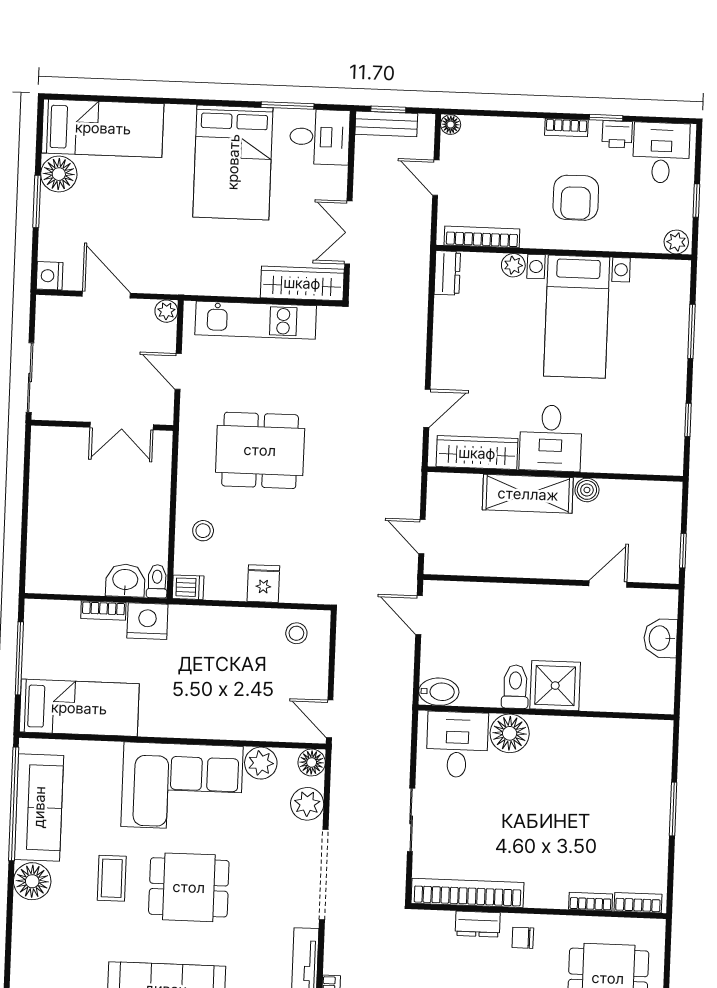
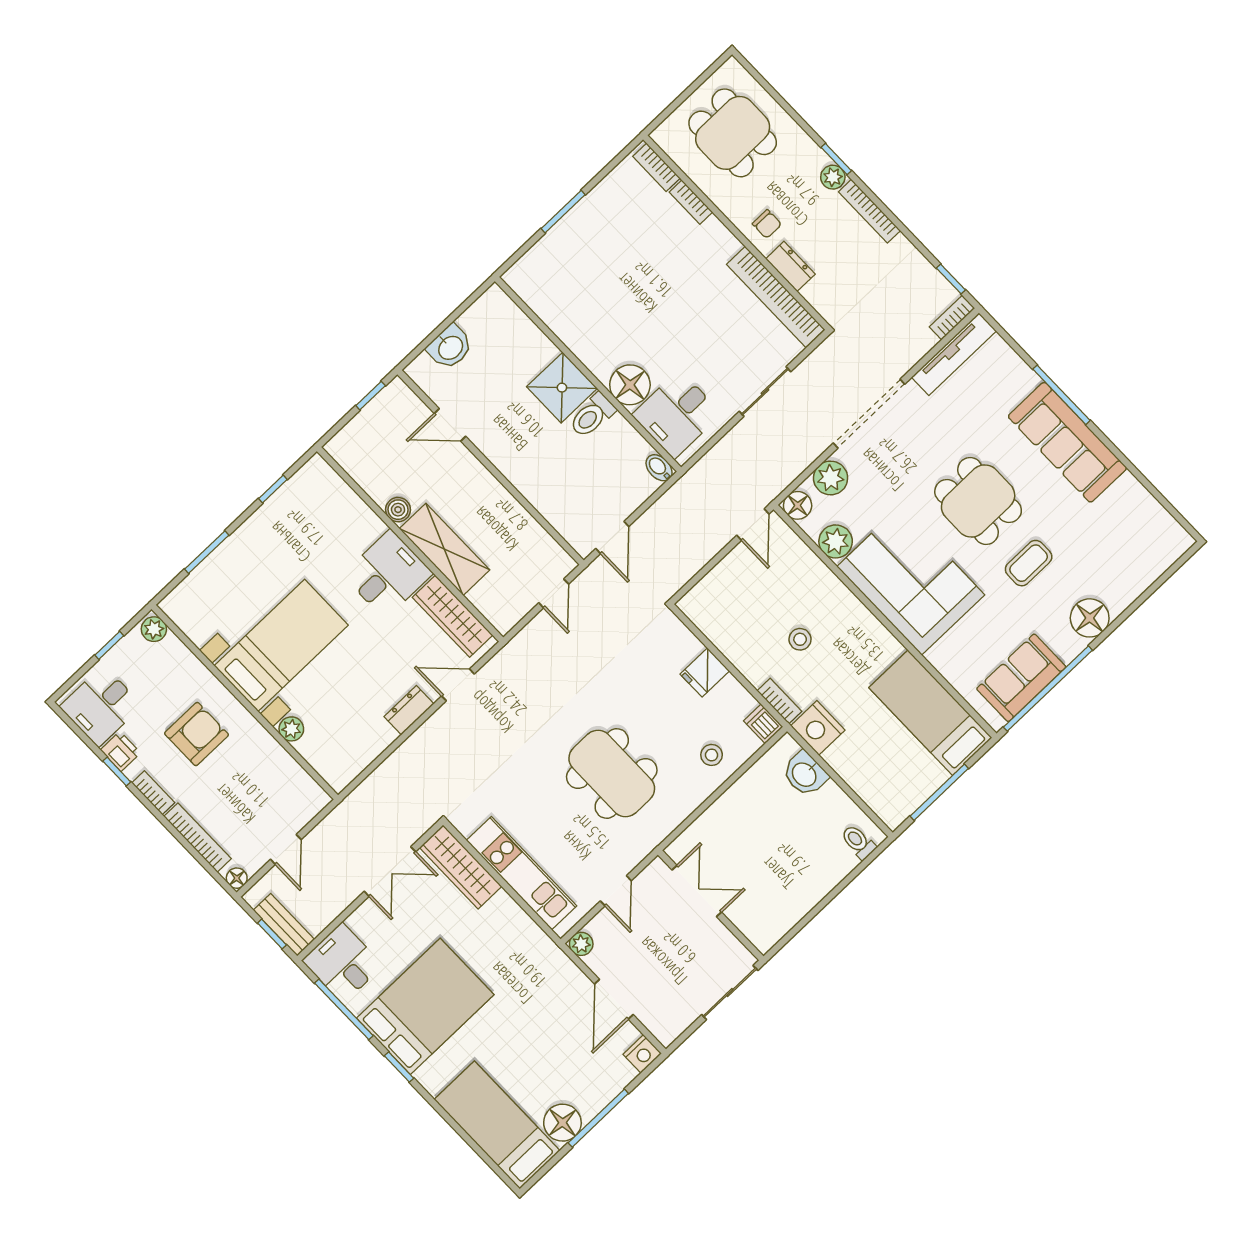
window: (210, 102) -> (399, 1067), added
window: (287, 105) -> (344, 1009), width x1.44
window: (37, 201) -> (598, 1118), width x1.44
bookcase: (482, 237) -> (197, 838), moved, turned 180
dresser: (447, 273) -> (409, 710), moved
toilet: (157, 581) -> (858, 842), moved, turned 90
bookcase: (103, 611) -> (779, 701), moved
stool: (296, 633) -> (800, 639), moved
bidet: (439, 692) -> (659, 468), width x0.72, depth x0.74
sofa: (39, 807) -> (1021, 678), width x0.73

